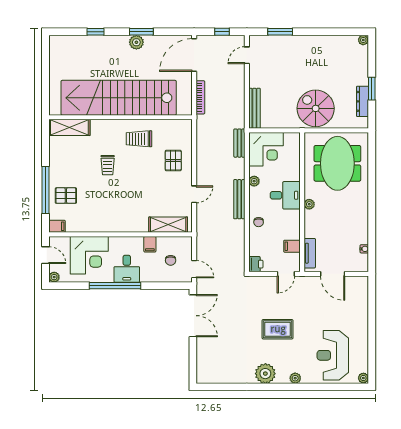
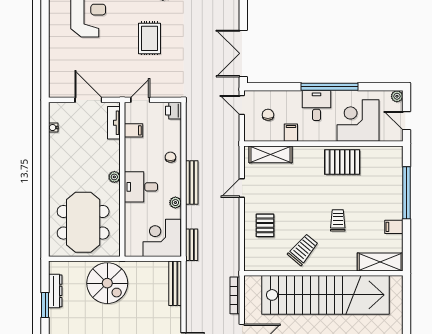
trolley: (139, 139) -> (303, 250), turned -50
pallet: (66, 196) -> (342, 162), moved, width x1.50, depth x1.42
filing cabinet: (57, 226) -> (394, 227), moved
rug: (278, 329) -> (149, 38), turned 90

